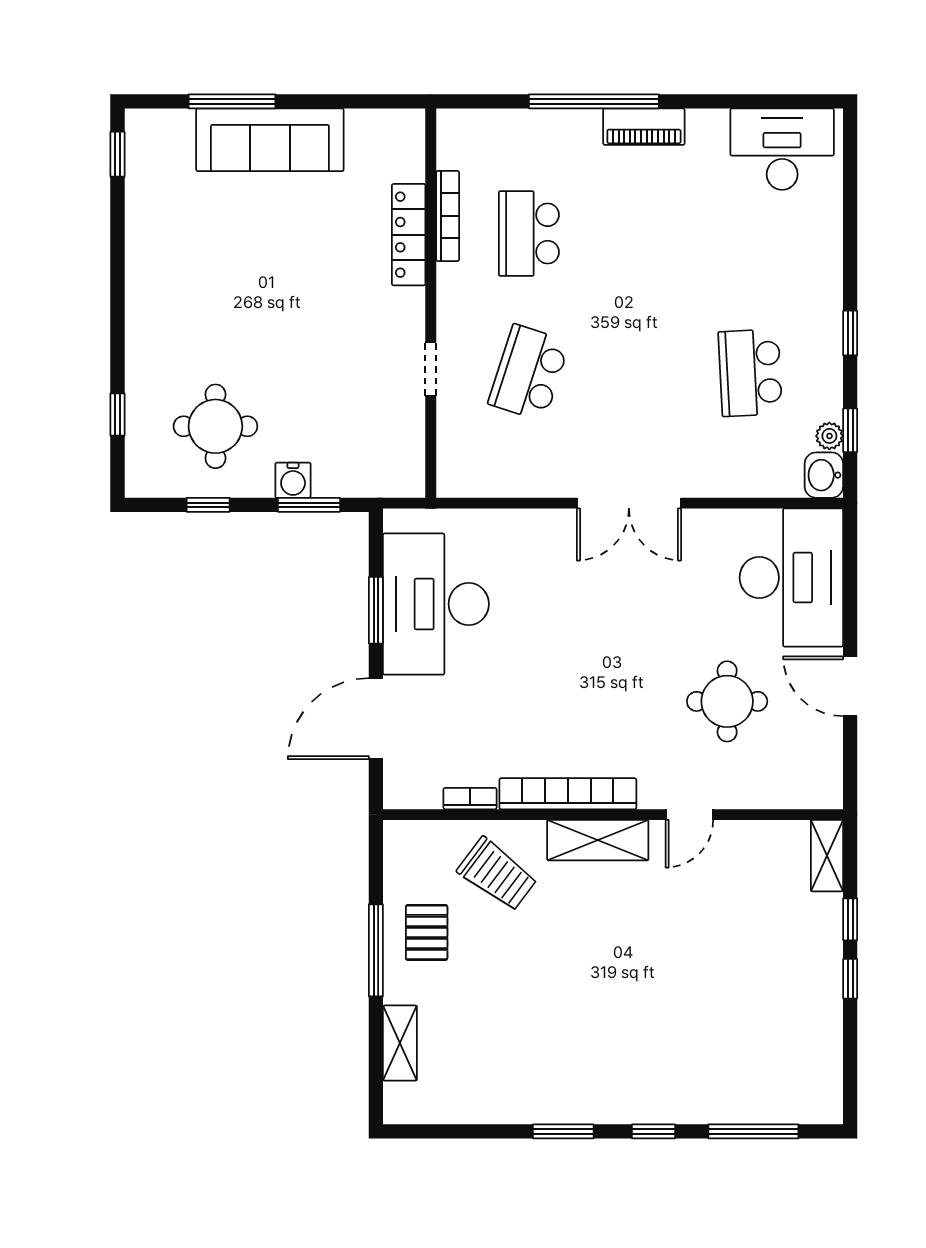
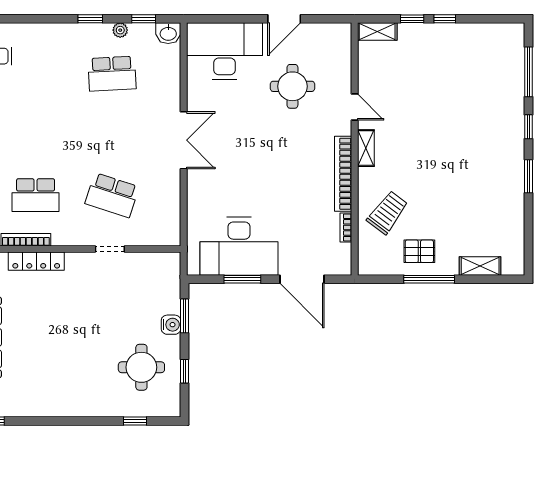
plant: (829, 436) -> (120, 30), moved
shelving: (598, 840) -> (366, 148), width x0.67, depth x0.75

